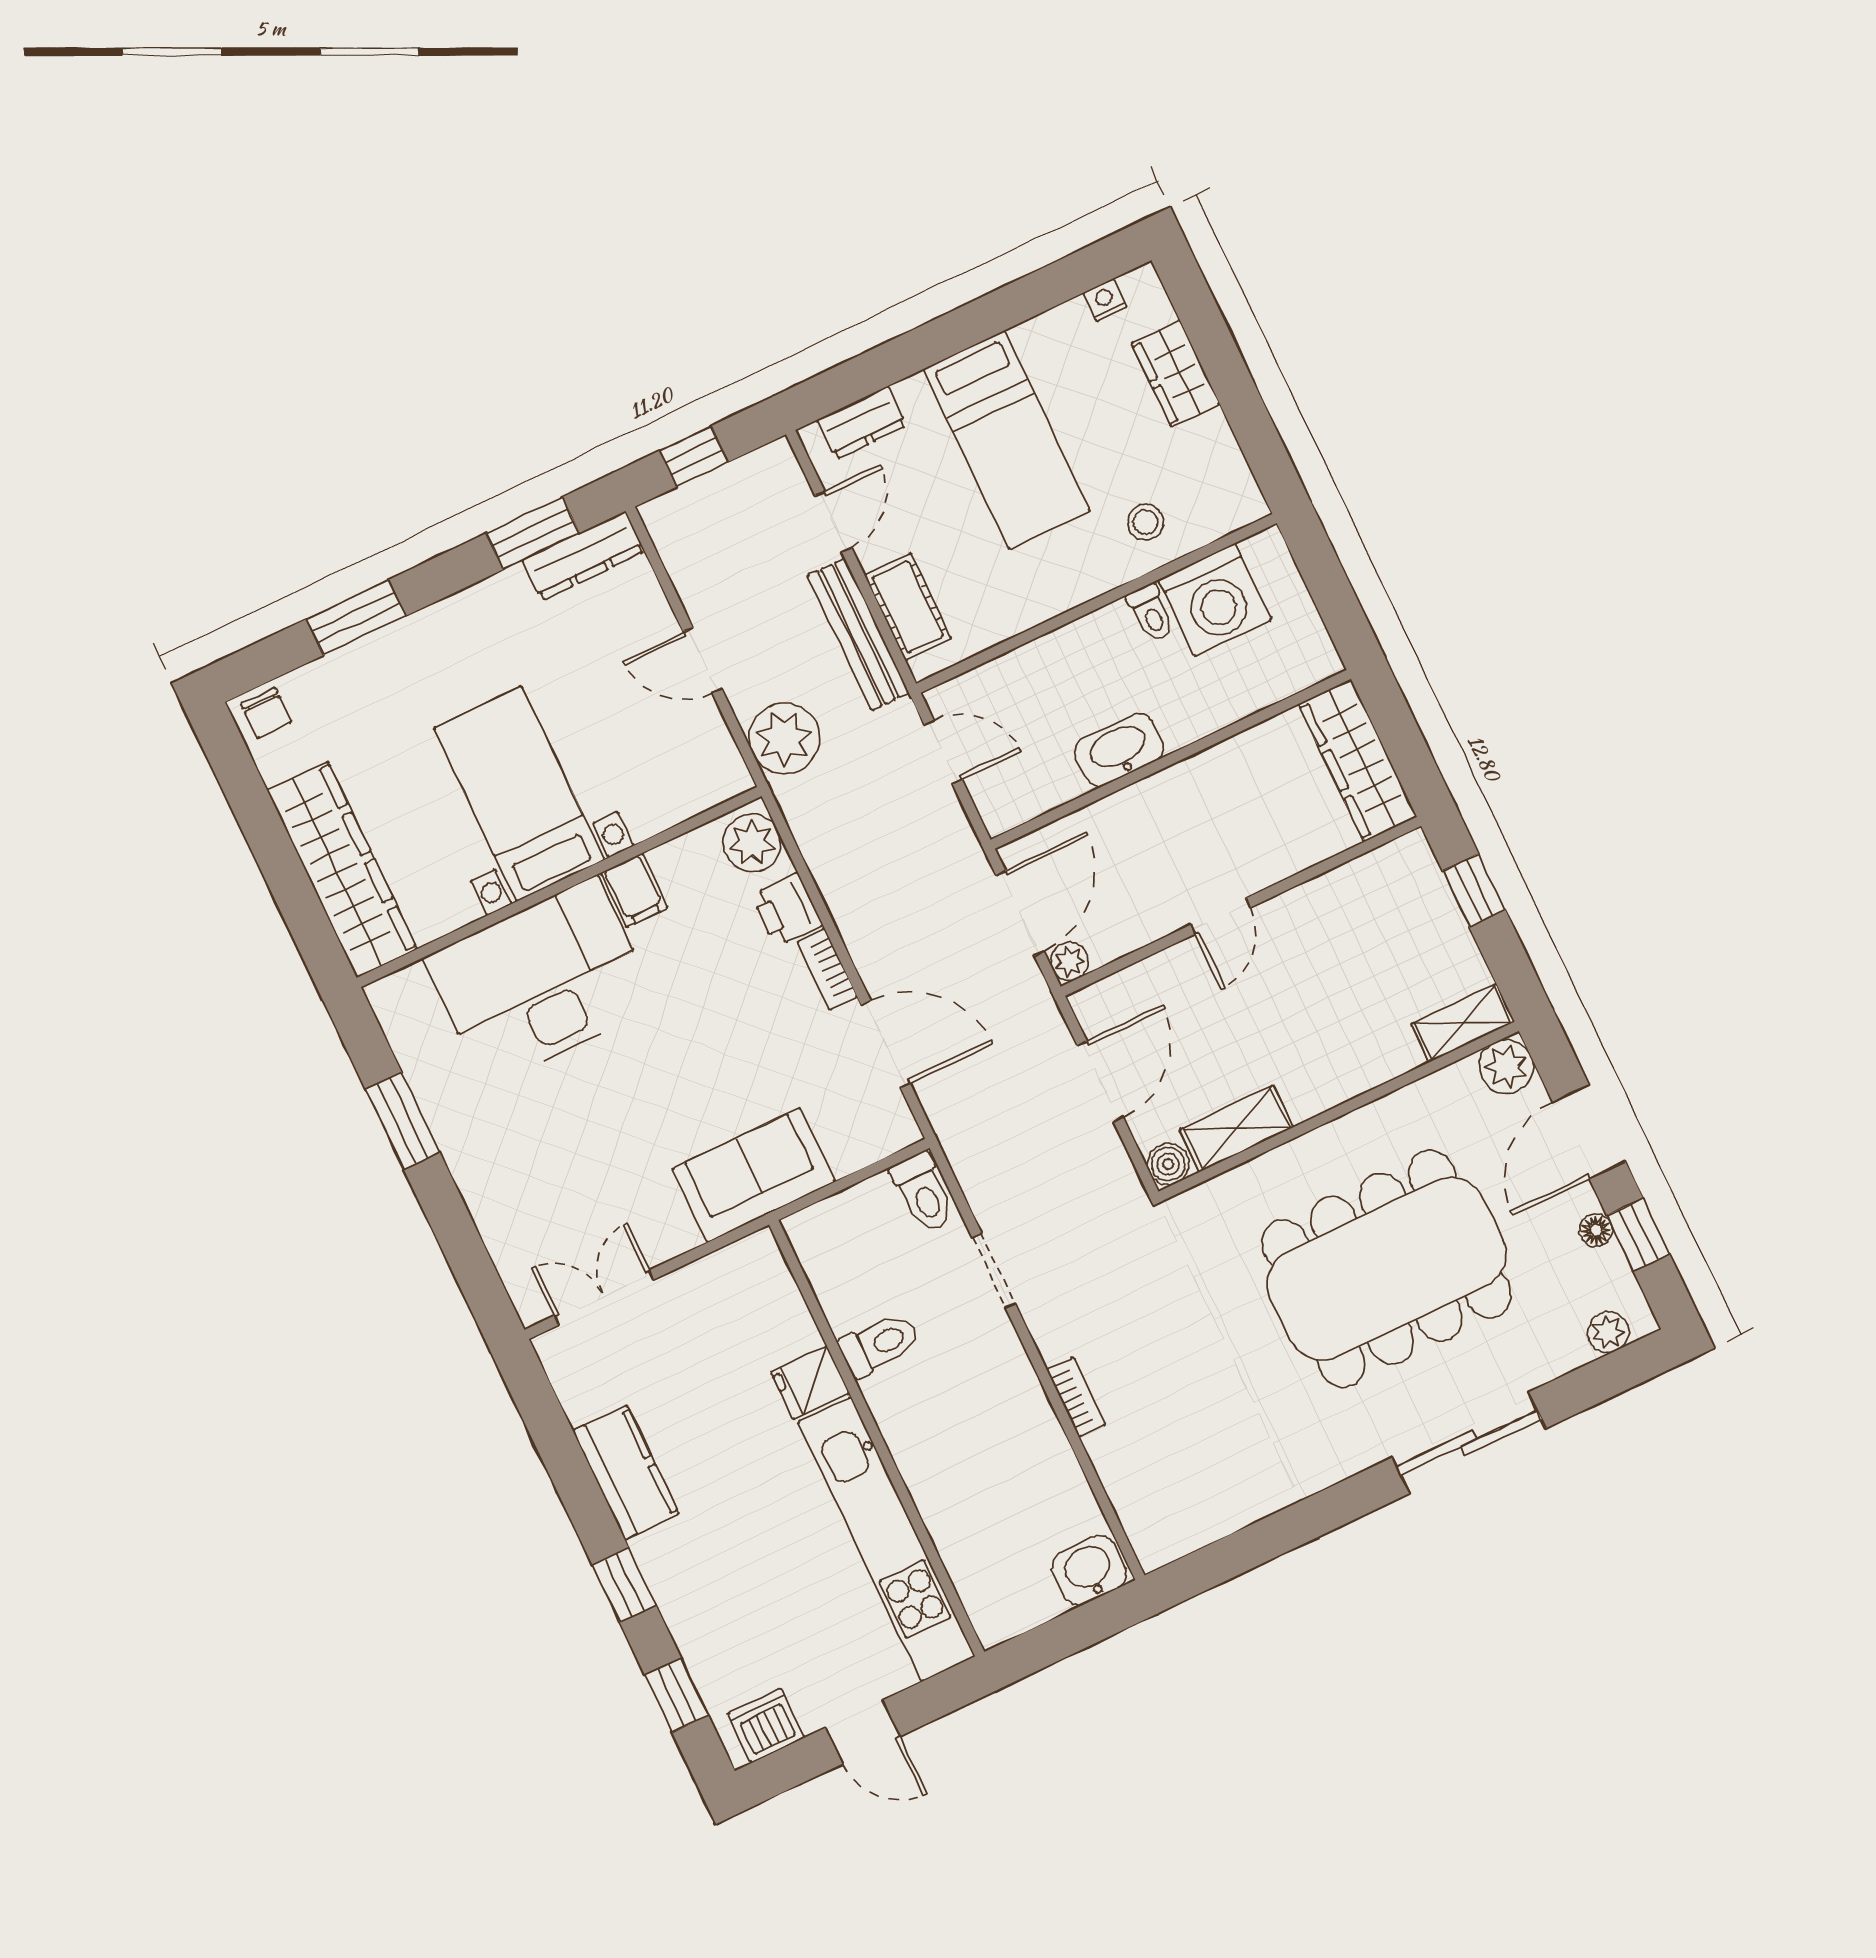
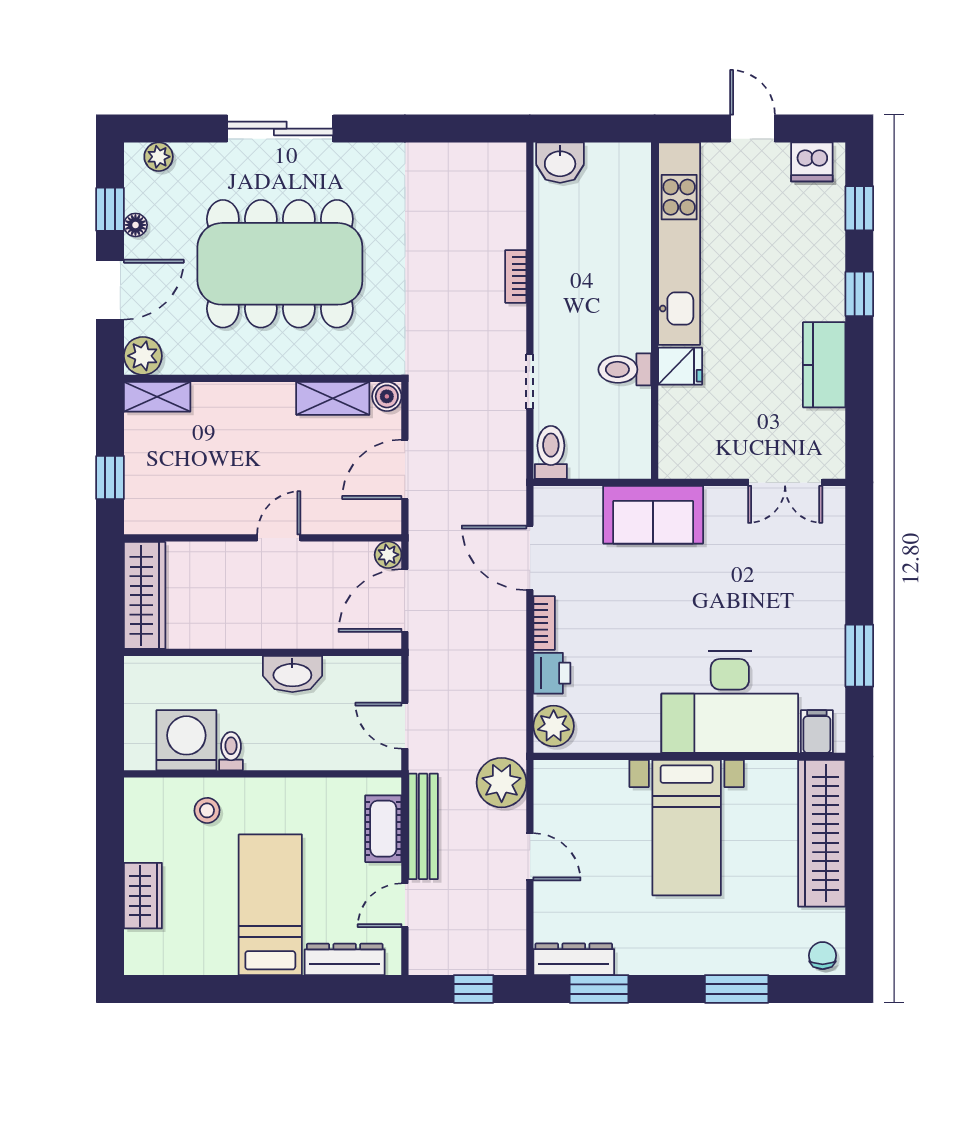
nightstand: (1105, 300) -> (165, 964), removed
dresser: (862, 423) -> (345, 959), width x1.44
filing cabinet: (634, 890) -> (817, 732), moved

